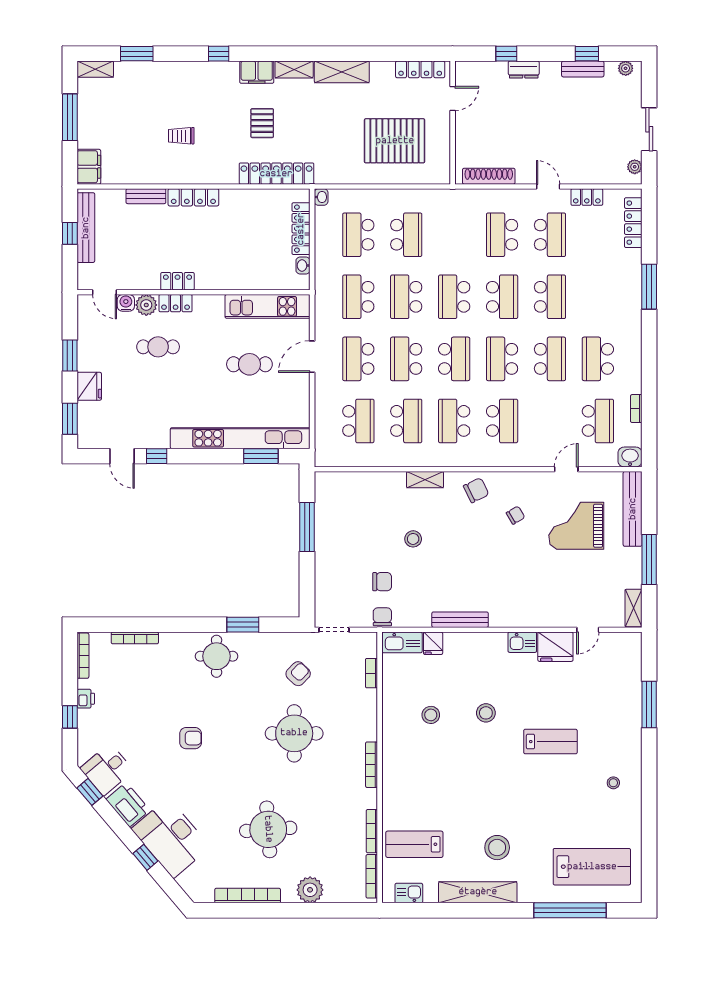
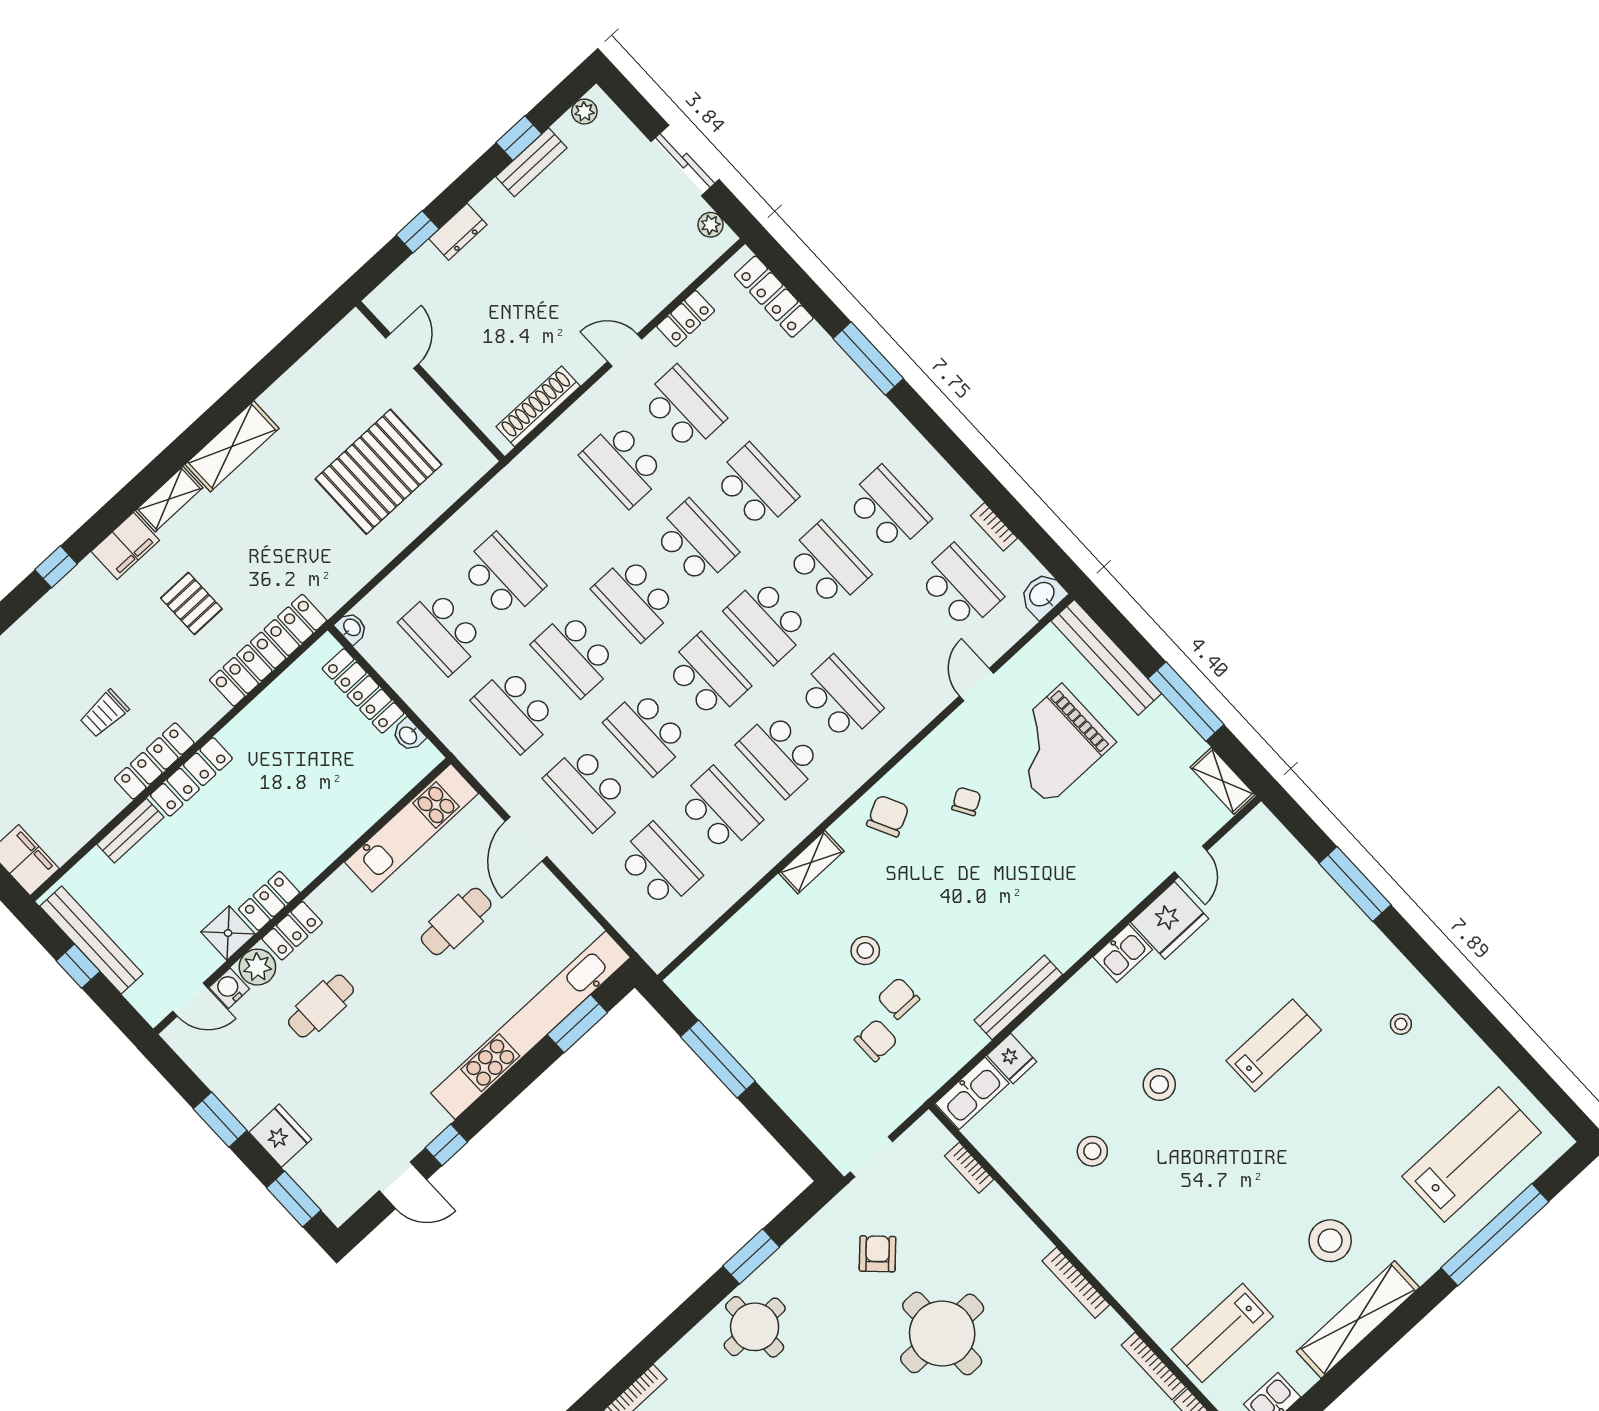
locker: (420, 69) -> (154, 761), moved, turned 180
shower: (147, 279) -> (228, 933), added
school desk: (598, 359) -> (888, 509), turned 180
chair: (382, 617) -> (898, 998), moved

